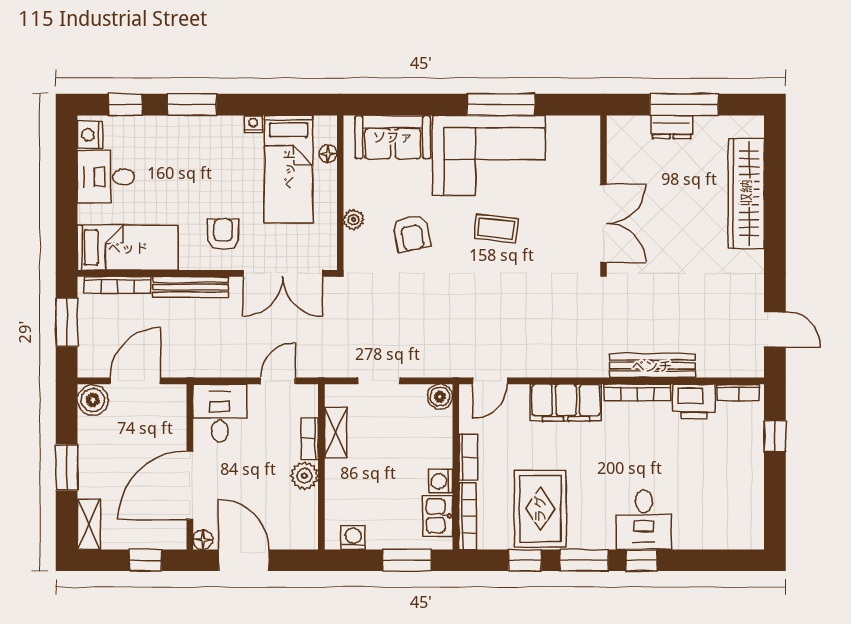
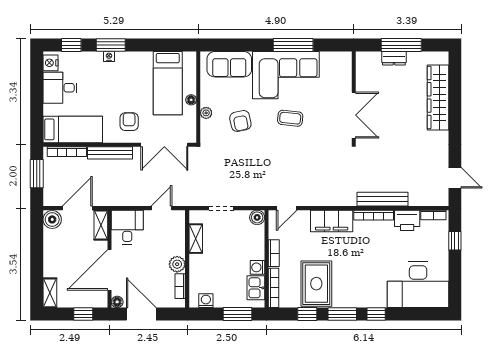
nightstand: (253, 124) -> (109, 56), moved
floor lamp: (328, 154) -> (191, 100), moved
shelving: (175, 409) -> (101, 225), added
bookcase: (310, 439) -> (180, 286), moved
window: (67, 467) -> (37, 259), removed
desk: (644, 520) -> (418, 285), moved, width x1.87, depth x1.30

